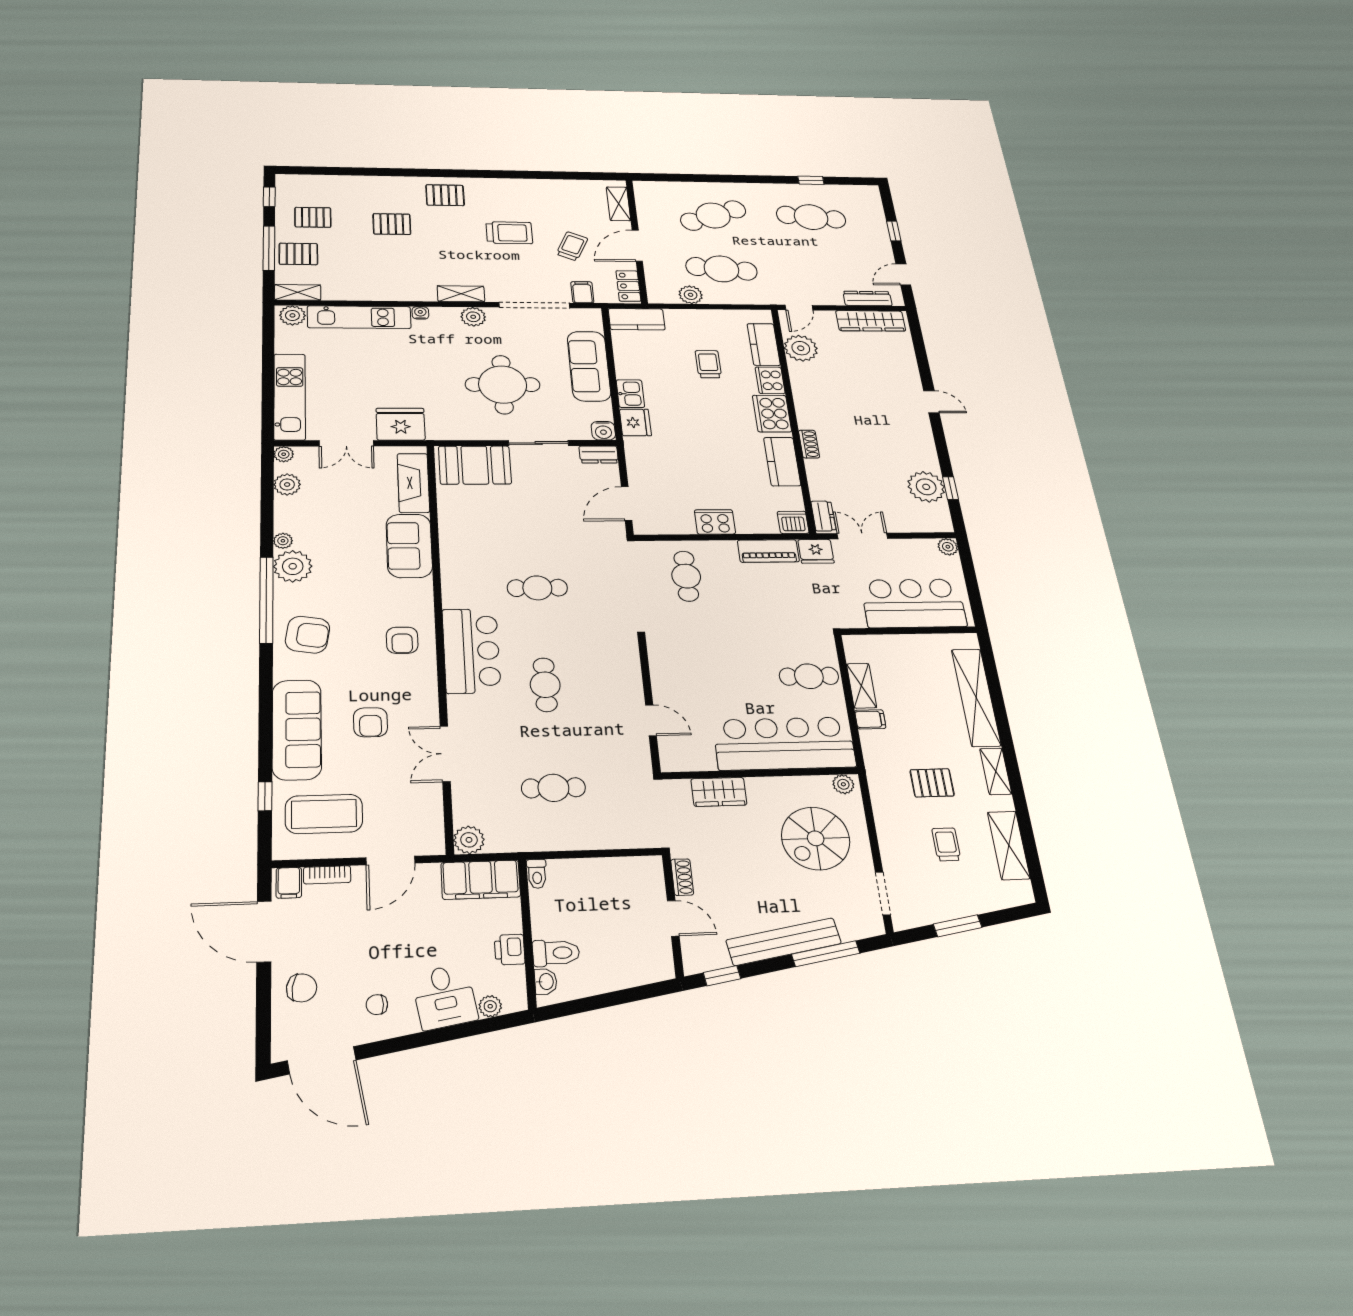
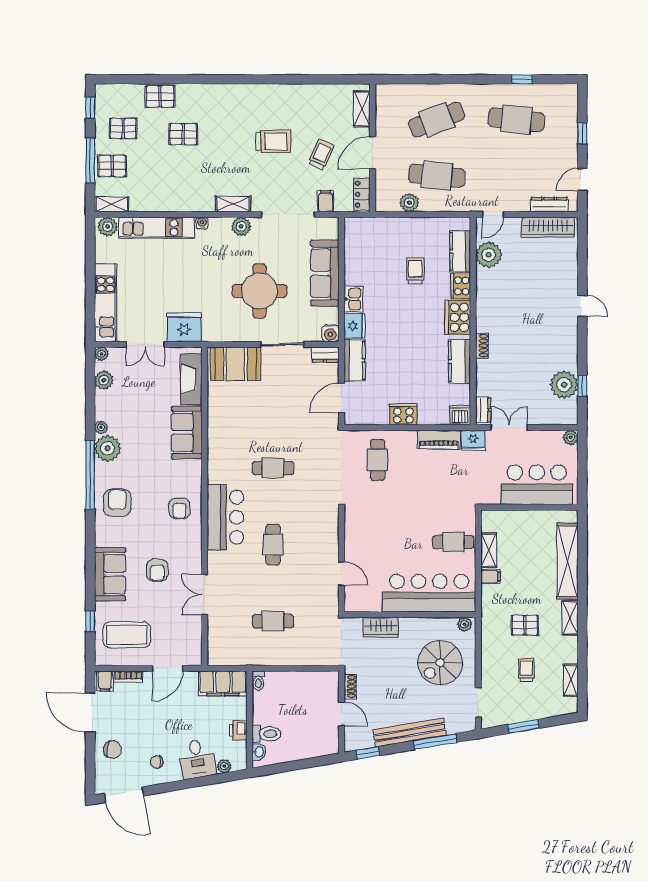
pallet: (445, 195) -> (160, 96), moved
kitchen counter: (637, 319) -> (354, 360), moved, turned -90
armchair: (307, 635) -> (117, 503), turned -99
sofa: (297, 729) -> (110, 574), width x0.73
plant: (469, 840) -> (217, 656), removed
shelving: (1009, 845) -> (571, 680), width x0.67, depth x0.75

